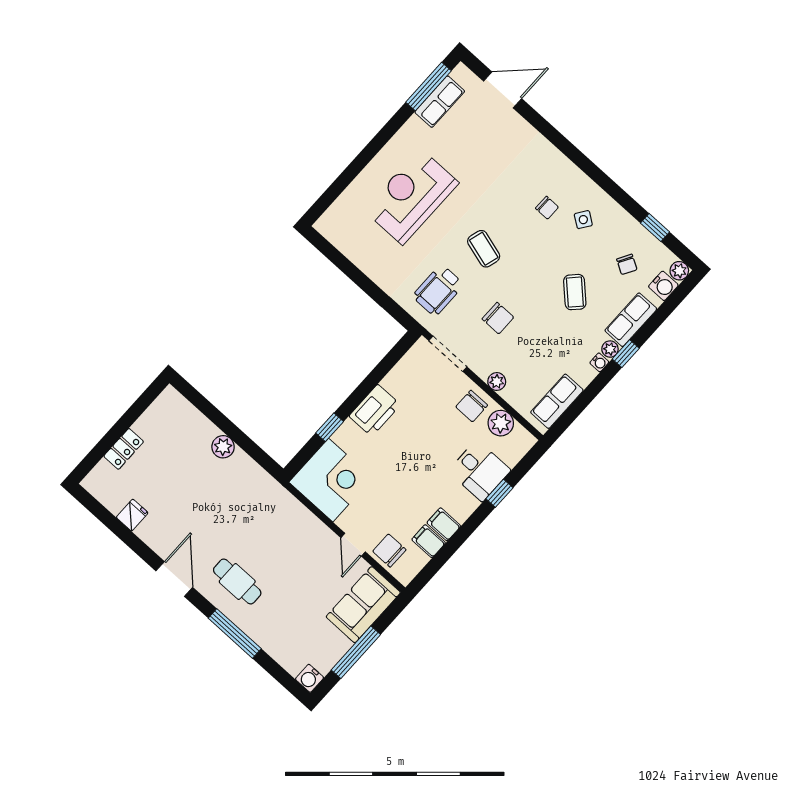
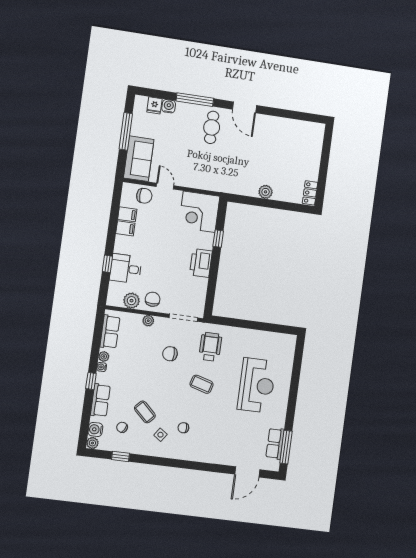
coffee table: (575, 292) -> (145, 412), moved
plant: (610, 349) -> (104, 356), moved
locker: (124, 449) -> (310, 193), moved
fridge: (132, 515) -> (154, 105), moved
cafe table: (237, 581) -> (212, 127), turned 90
water cooler: (309, 678) -> (169, 106), moved

